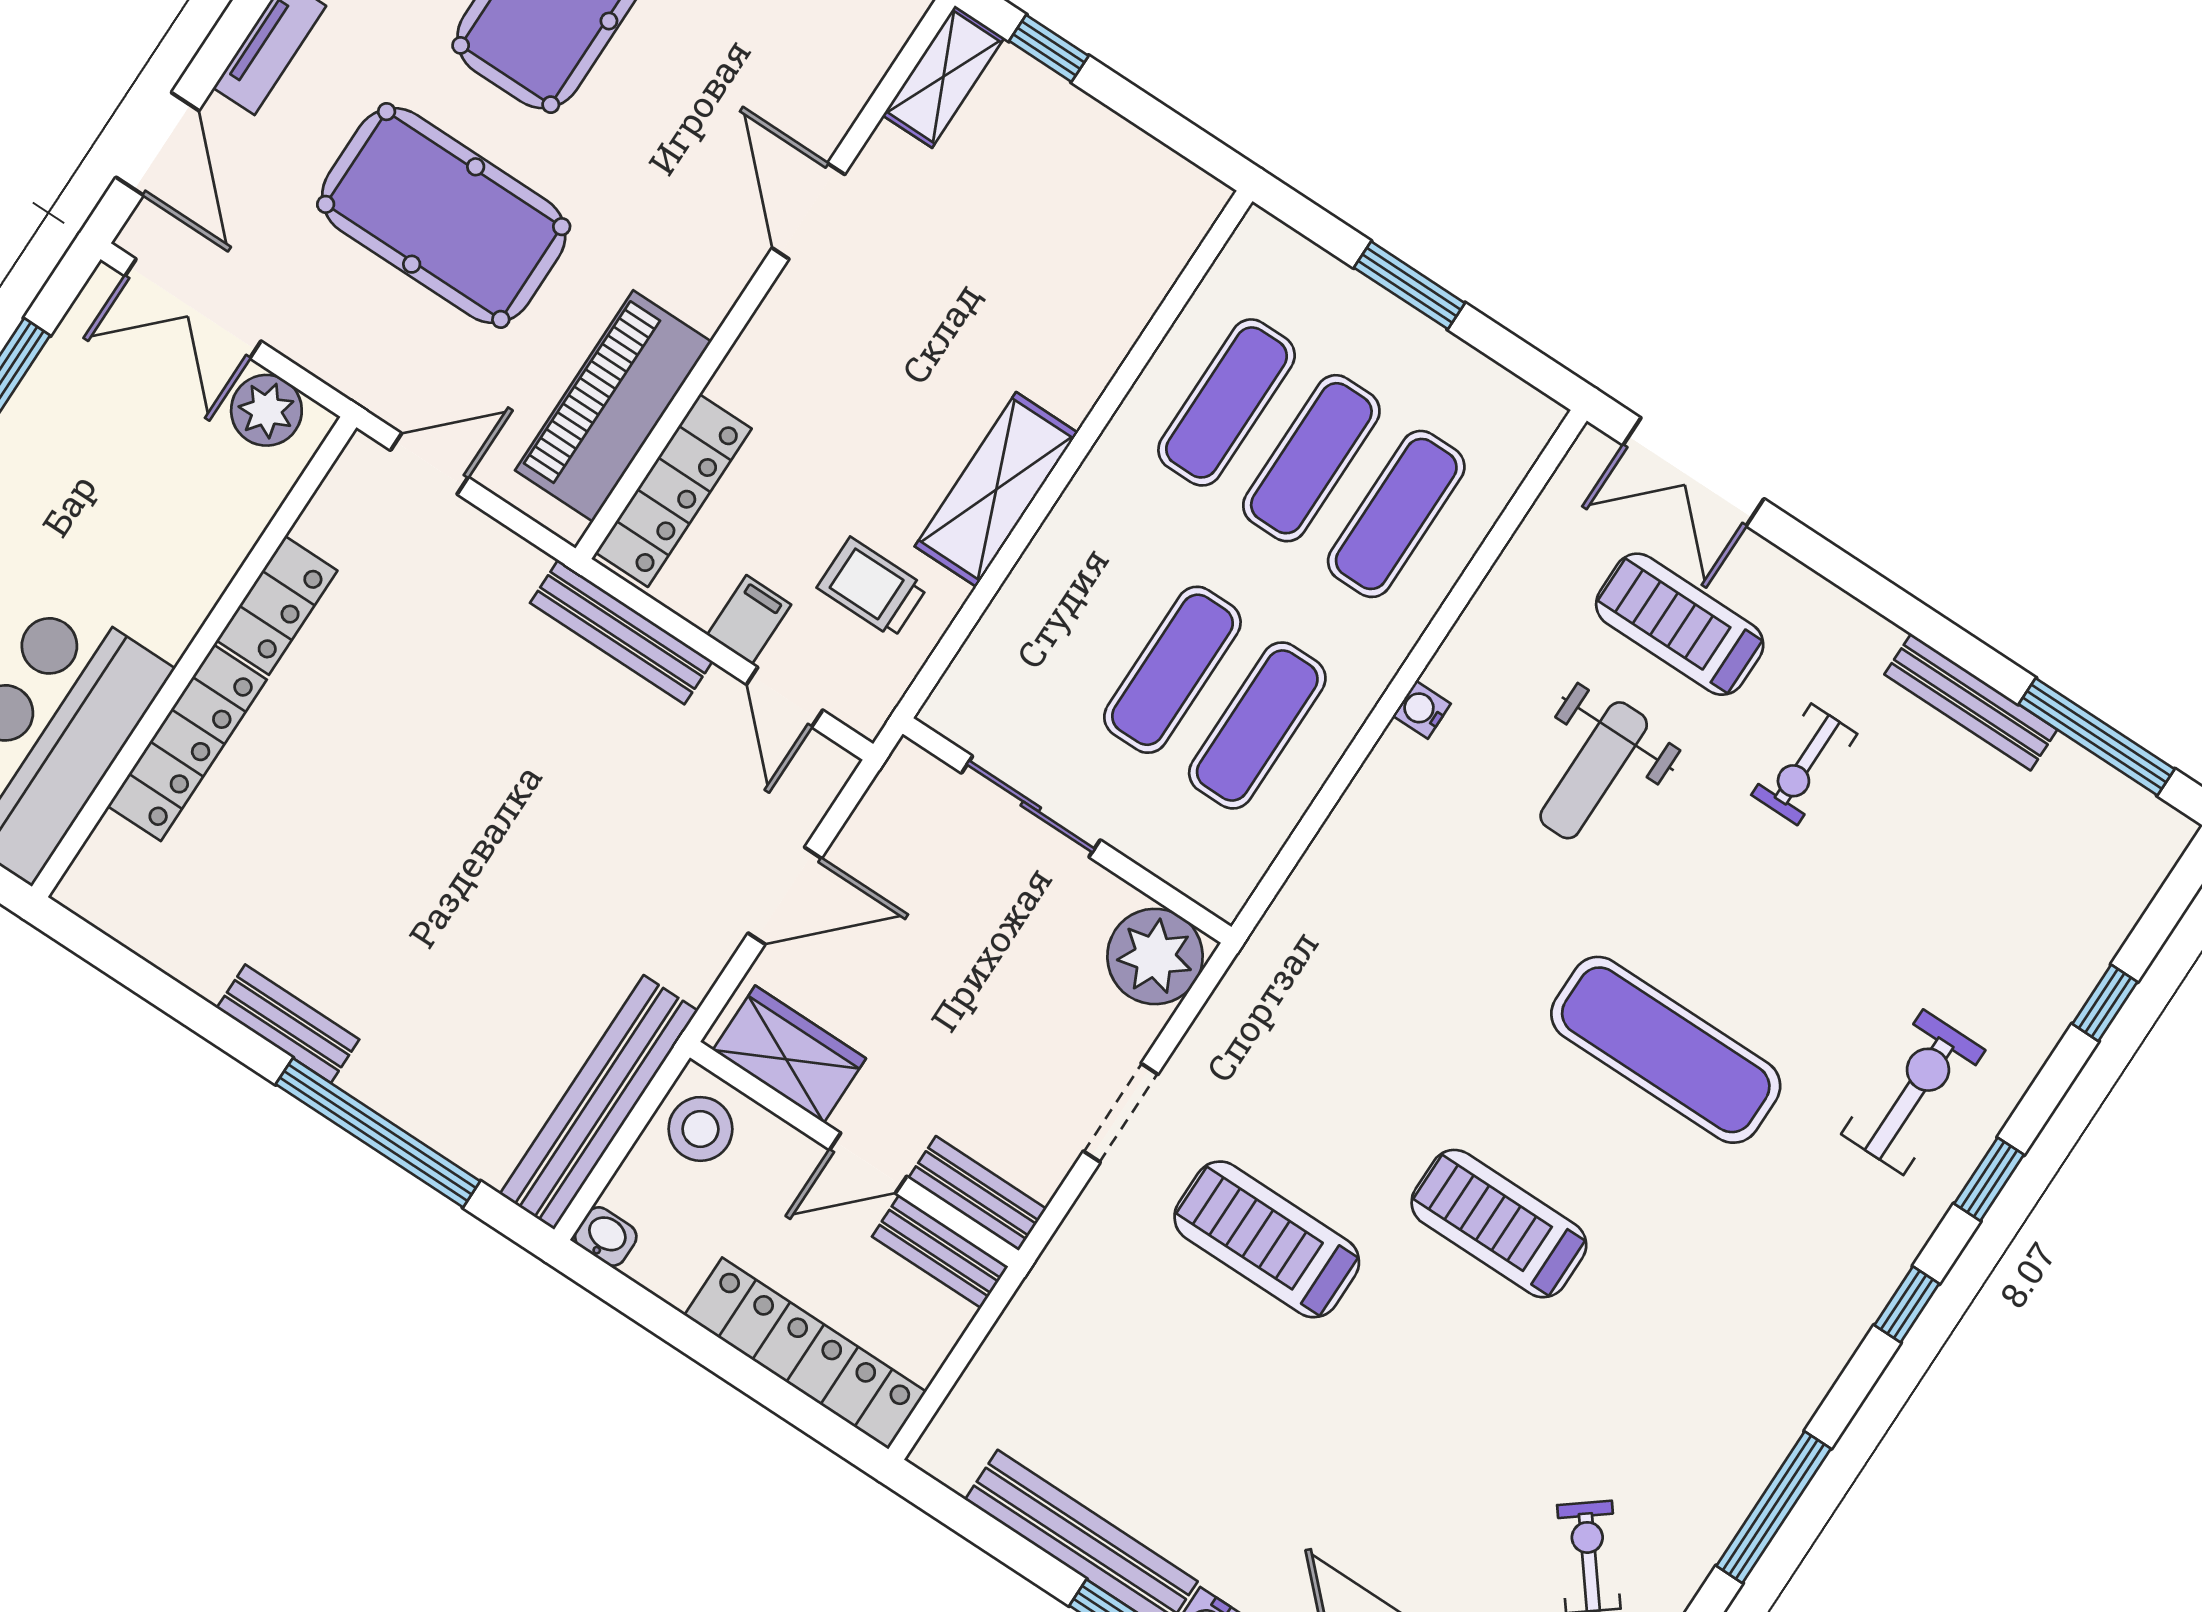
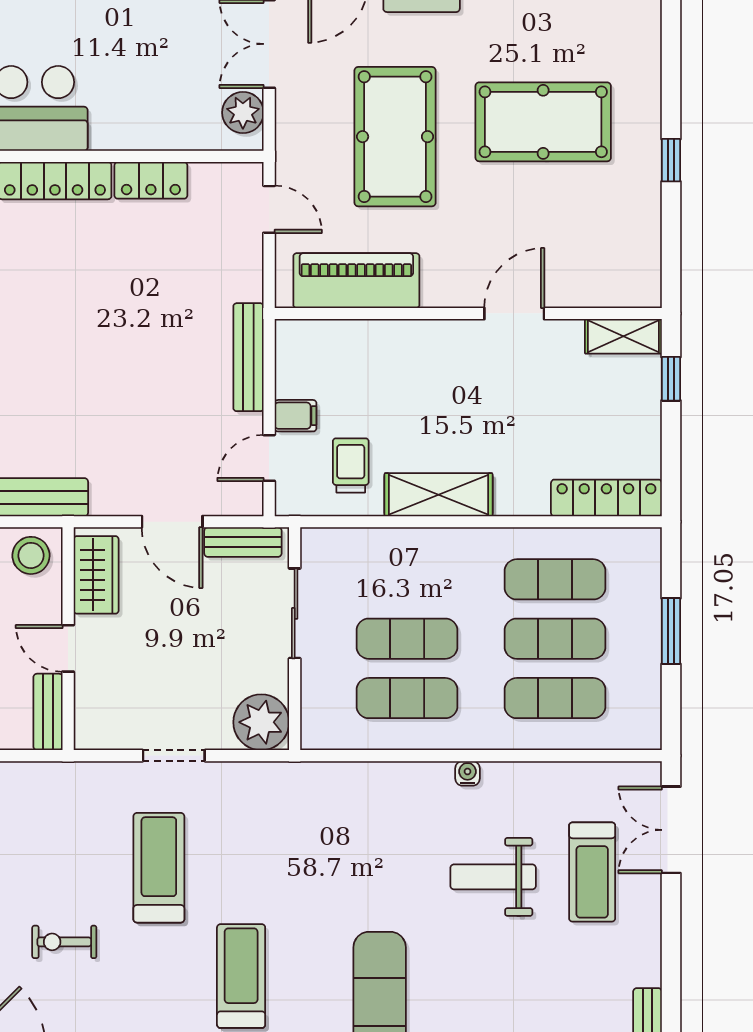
locker: (674, 491) -> (606, 498), moved, turned 180
treadmill: (1680, 624) -> (592, 872), turned 180
exercise bike: (1804, 764) -> (64, 942), moved
bench: (977, 1193) -> (243, 542), moved, turned 90

